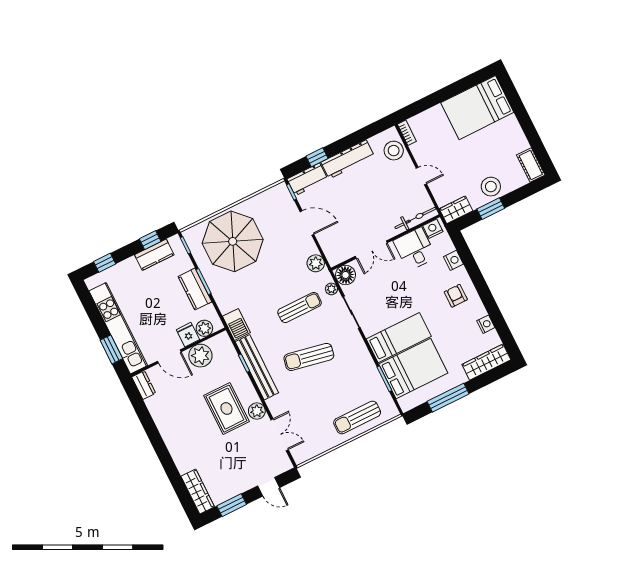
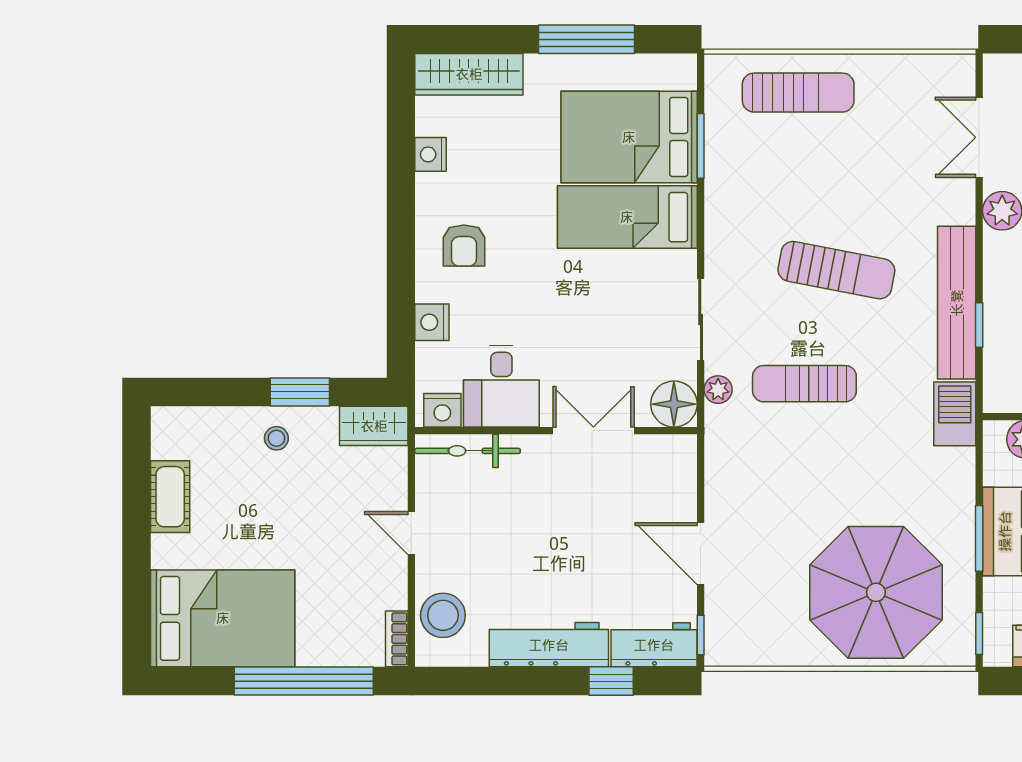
window: (434, 99) -> (304, 681), added
cot: (531, 165) -> (170, 497), moved
stool: (491, 187) -> (276, 438), width x0.53, depth x0.53
plant: (316, 263) -> (724, 460), removed

